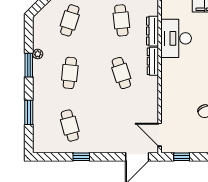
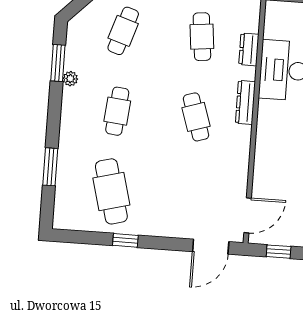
dresser: (153, 31) -> (249, 49), width x0.70
window: (29, 65) -> (58, 63), moved
cafe table: (70, 126) -> (111, 191), width x1.37, depth x1.35
door: (160, 135) -> (248, 215), swing flipped

